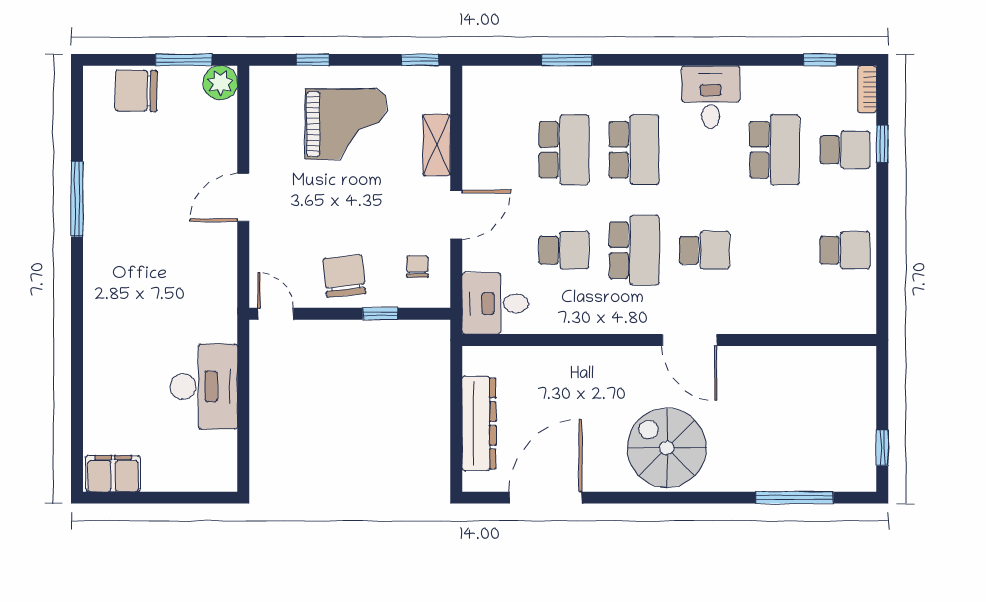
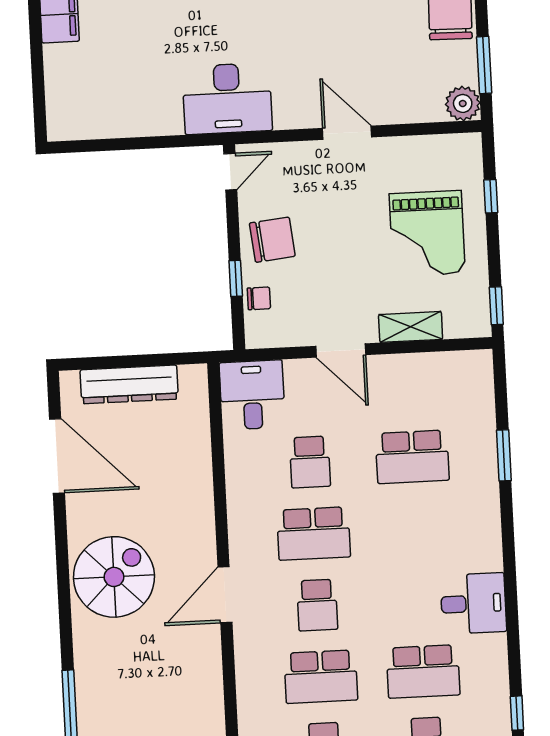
school desk: (634, 150) -> (321, 677), moved
chair: (417, 266) -> (259, 298), moved
desk: (204, 386) -> (227, 99), moved

